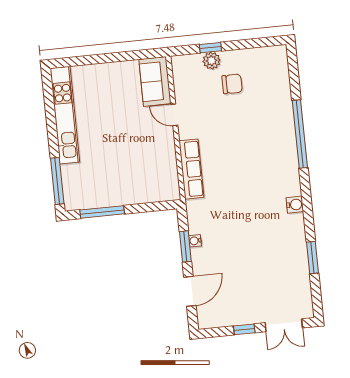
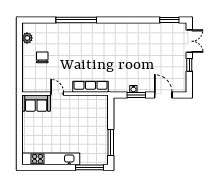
window: (210, 48) -> (19, 68), removed
plant: (212, 61) -> (27, 38), moved
door: (174, 115) -> (57, 94), swing flipped
water cooler: (295, 205) -> (118, 27), removed
window: (312, 258) -> (169, 20), moved

